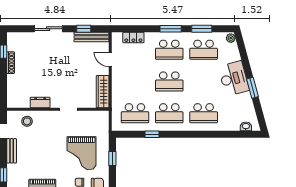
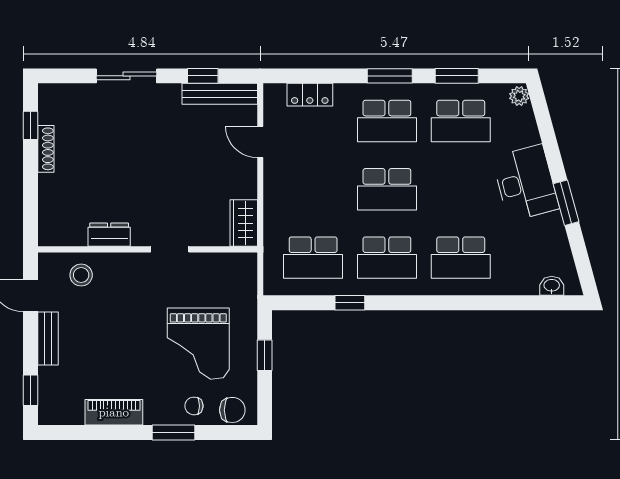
wardrobe: (103, 92) -> (244, 223), width x0.67

